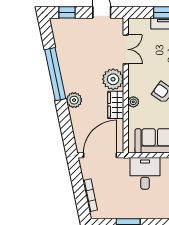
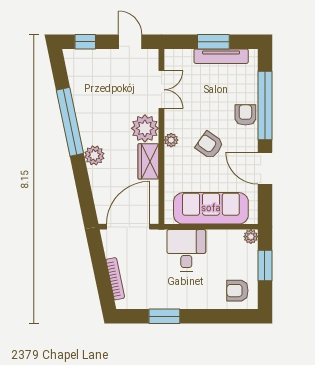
plant: (133, 102) -> (171, 140), moved

